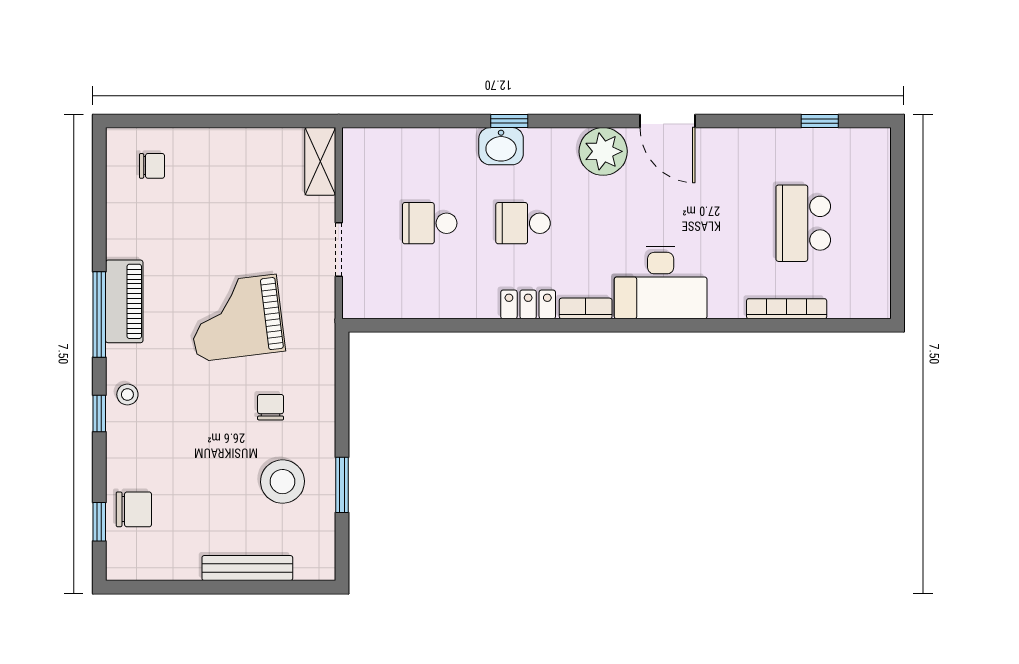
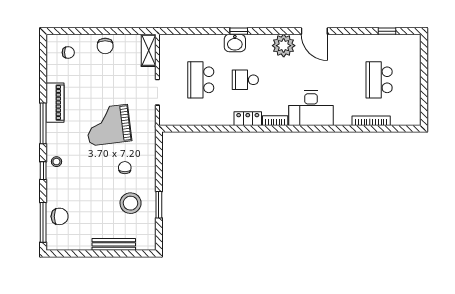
chair: (229, 152) -> (105, 46), added
school desk: (430, 223) -> (201, 80), width x1.85
piano: (124, 301) -> (55, 103), moved
window: (99, 522) -> (43, 222), width x2.17

